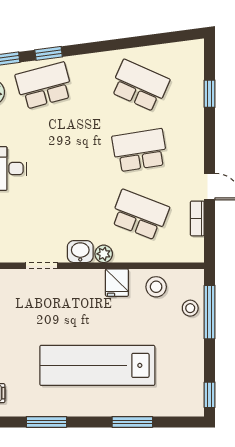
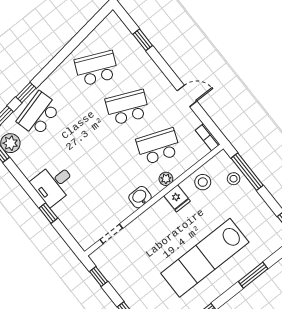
school desk: (140, 150) -> (127, 107), turned 33
bookcase: (197, 218) -> (208, 137), moved
plant: (104, 254) -> (166, 179), moved
doorway: (41, 266) -> (111, 234), moved

